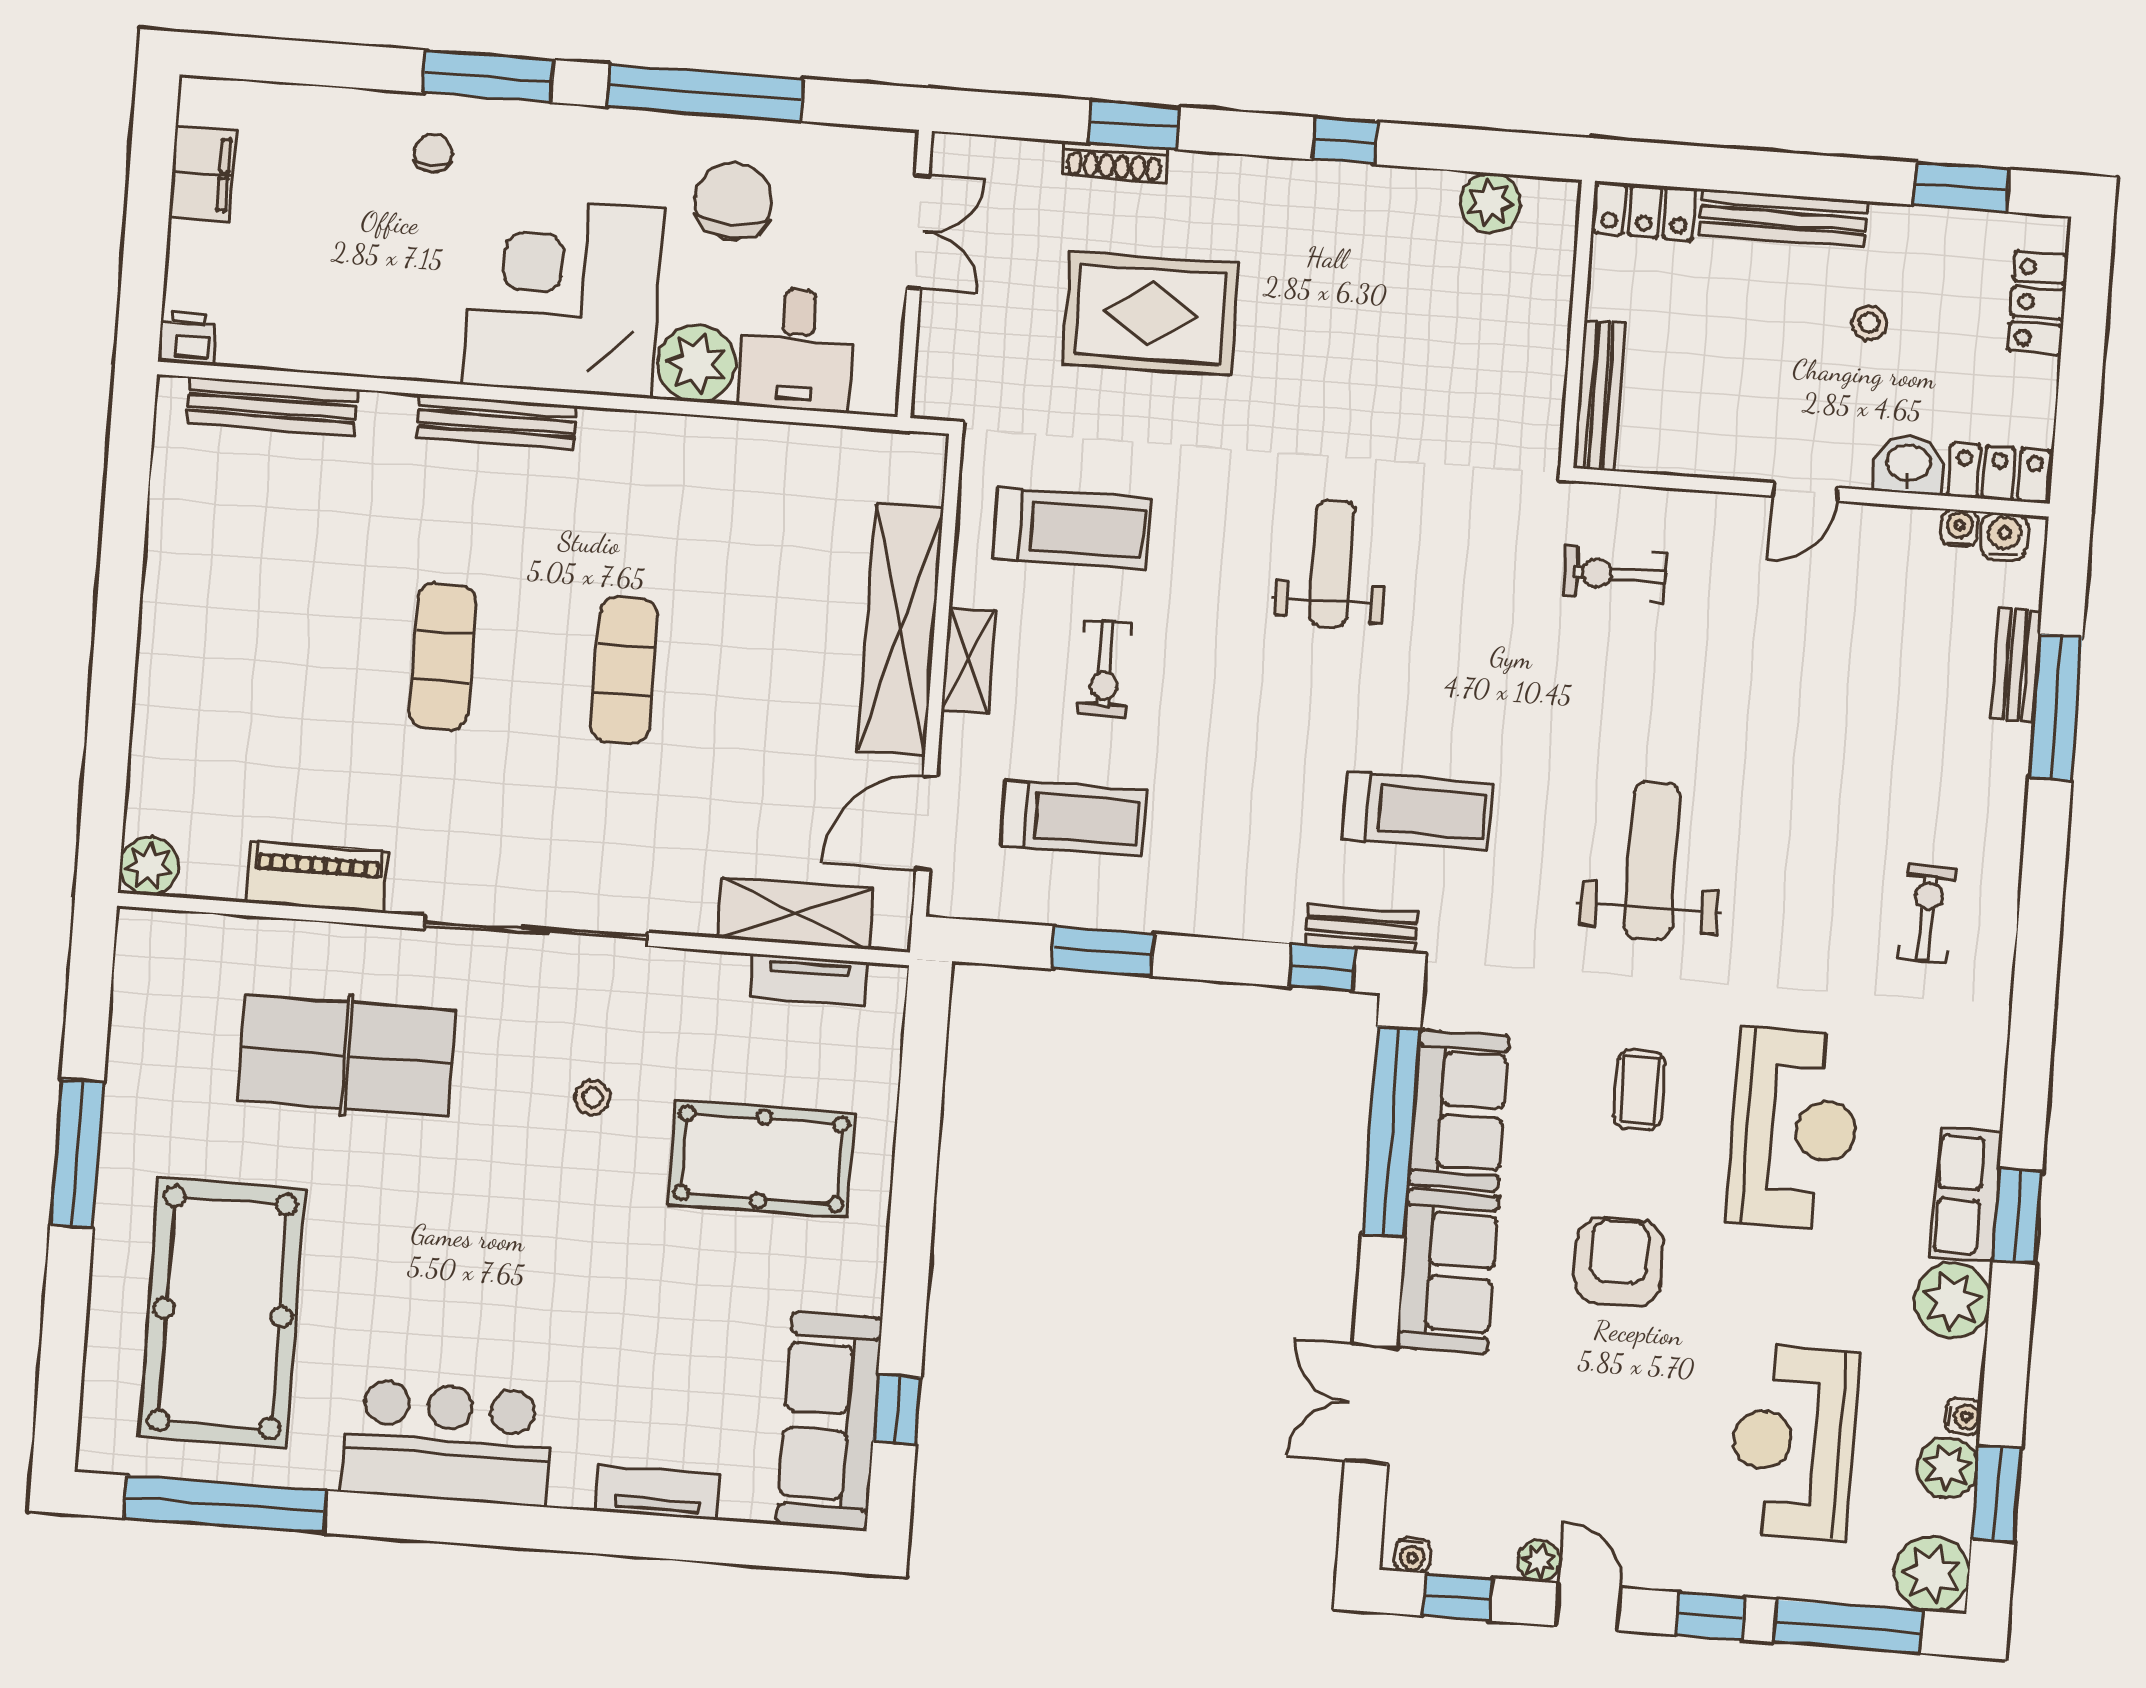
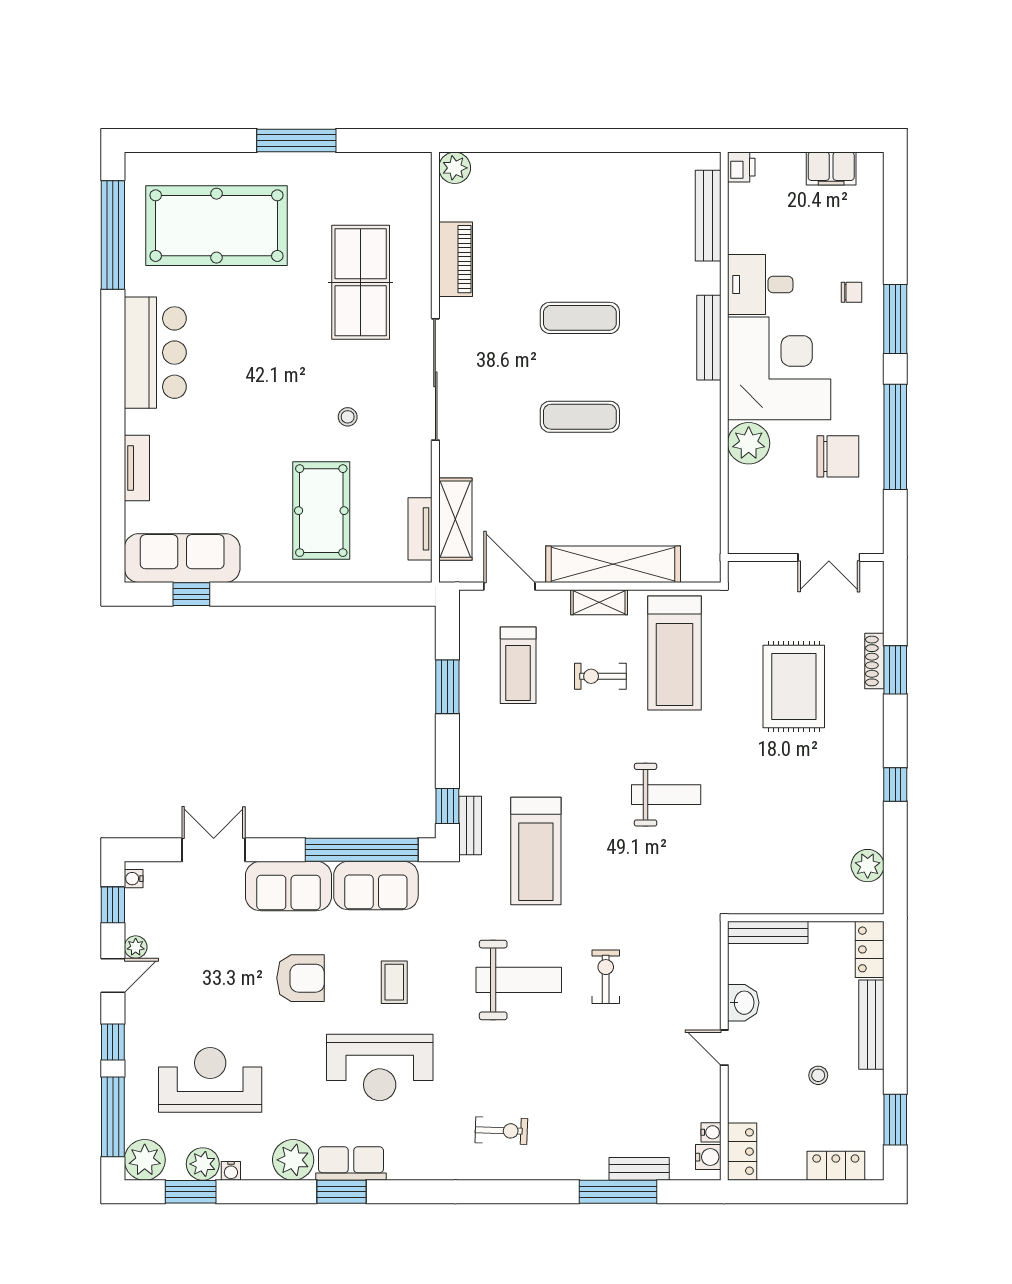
desk: (796, 349) -> (760, 284), moved
washbasin: (1908, 464) -> (743, 1003), moved
treadmill: (1072, 529) -> (675, 653), width x1.37, depth x1.38
exercise bike: (1615, 574) -> (606, 977), moved
treadmill: (1417, 811) -> (536, 851), width x1.37, depth x1.38
coffee table: (1639, 1090) -> (394, 982), turned 90

